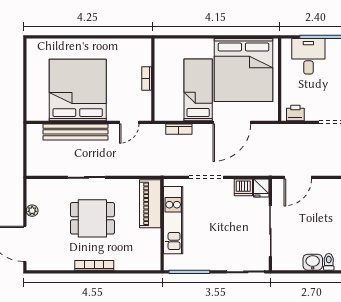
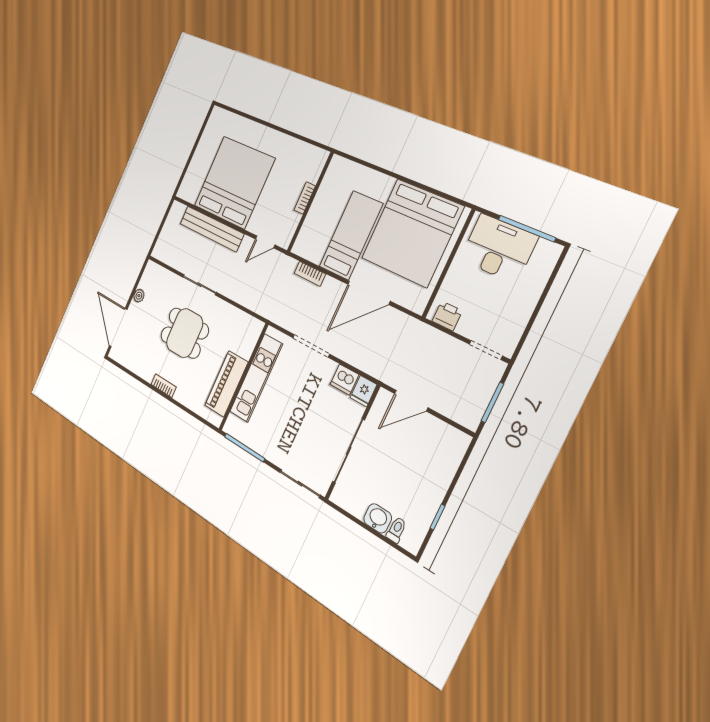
desk: (308, 56) -> (499, 248), width x1.37
piano: (150, 204) -> (226, 384), moved
bookcase: (94, 265) -> (164, 386), width x0.64

